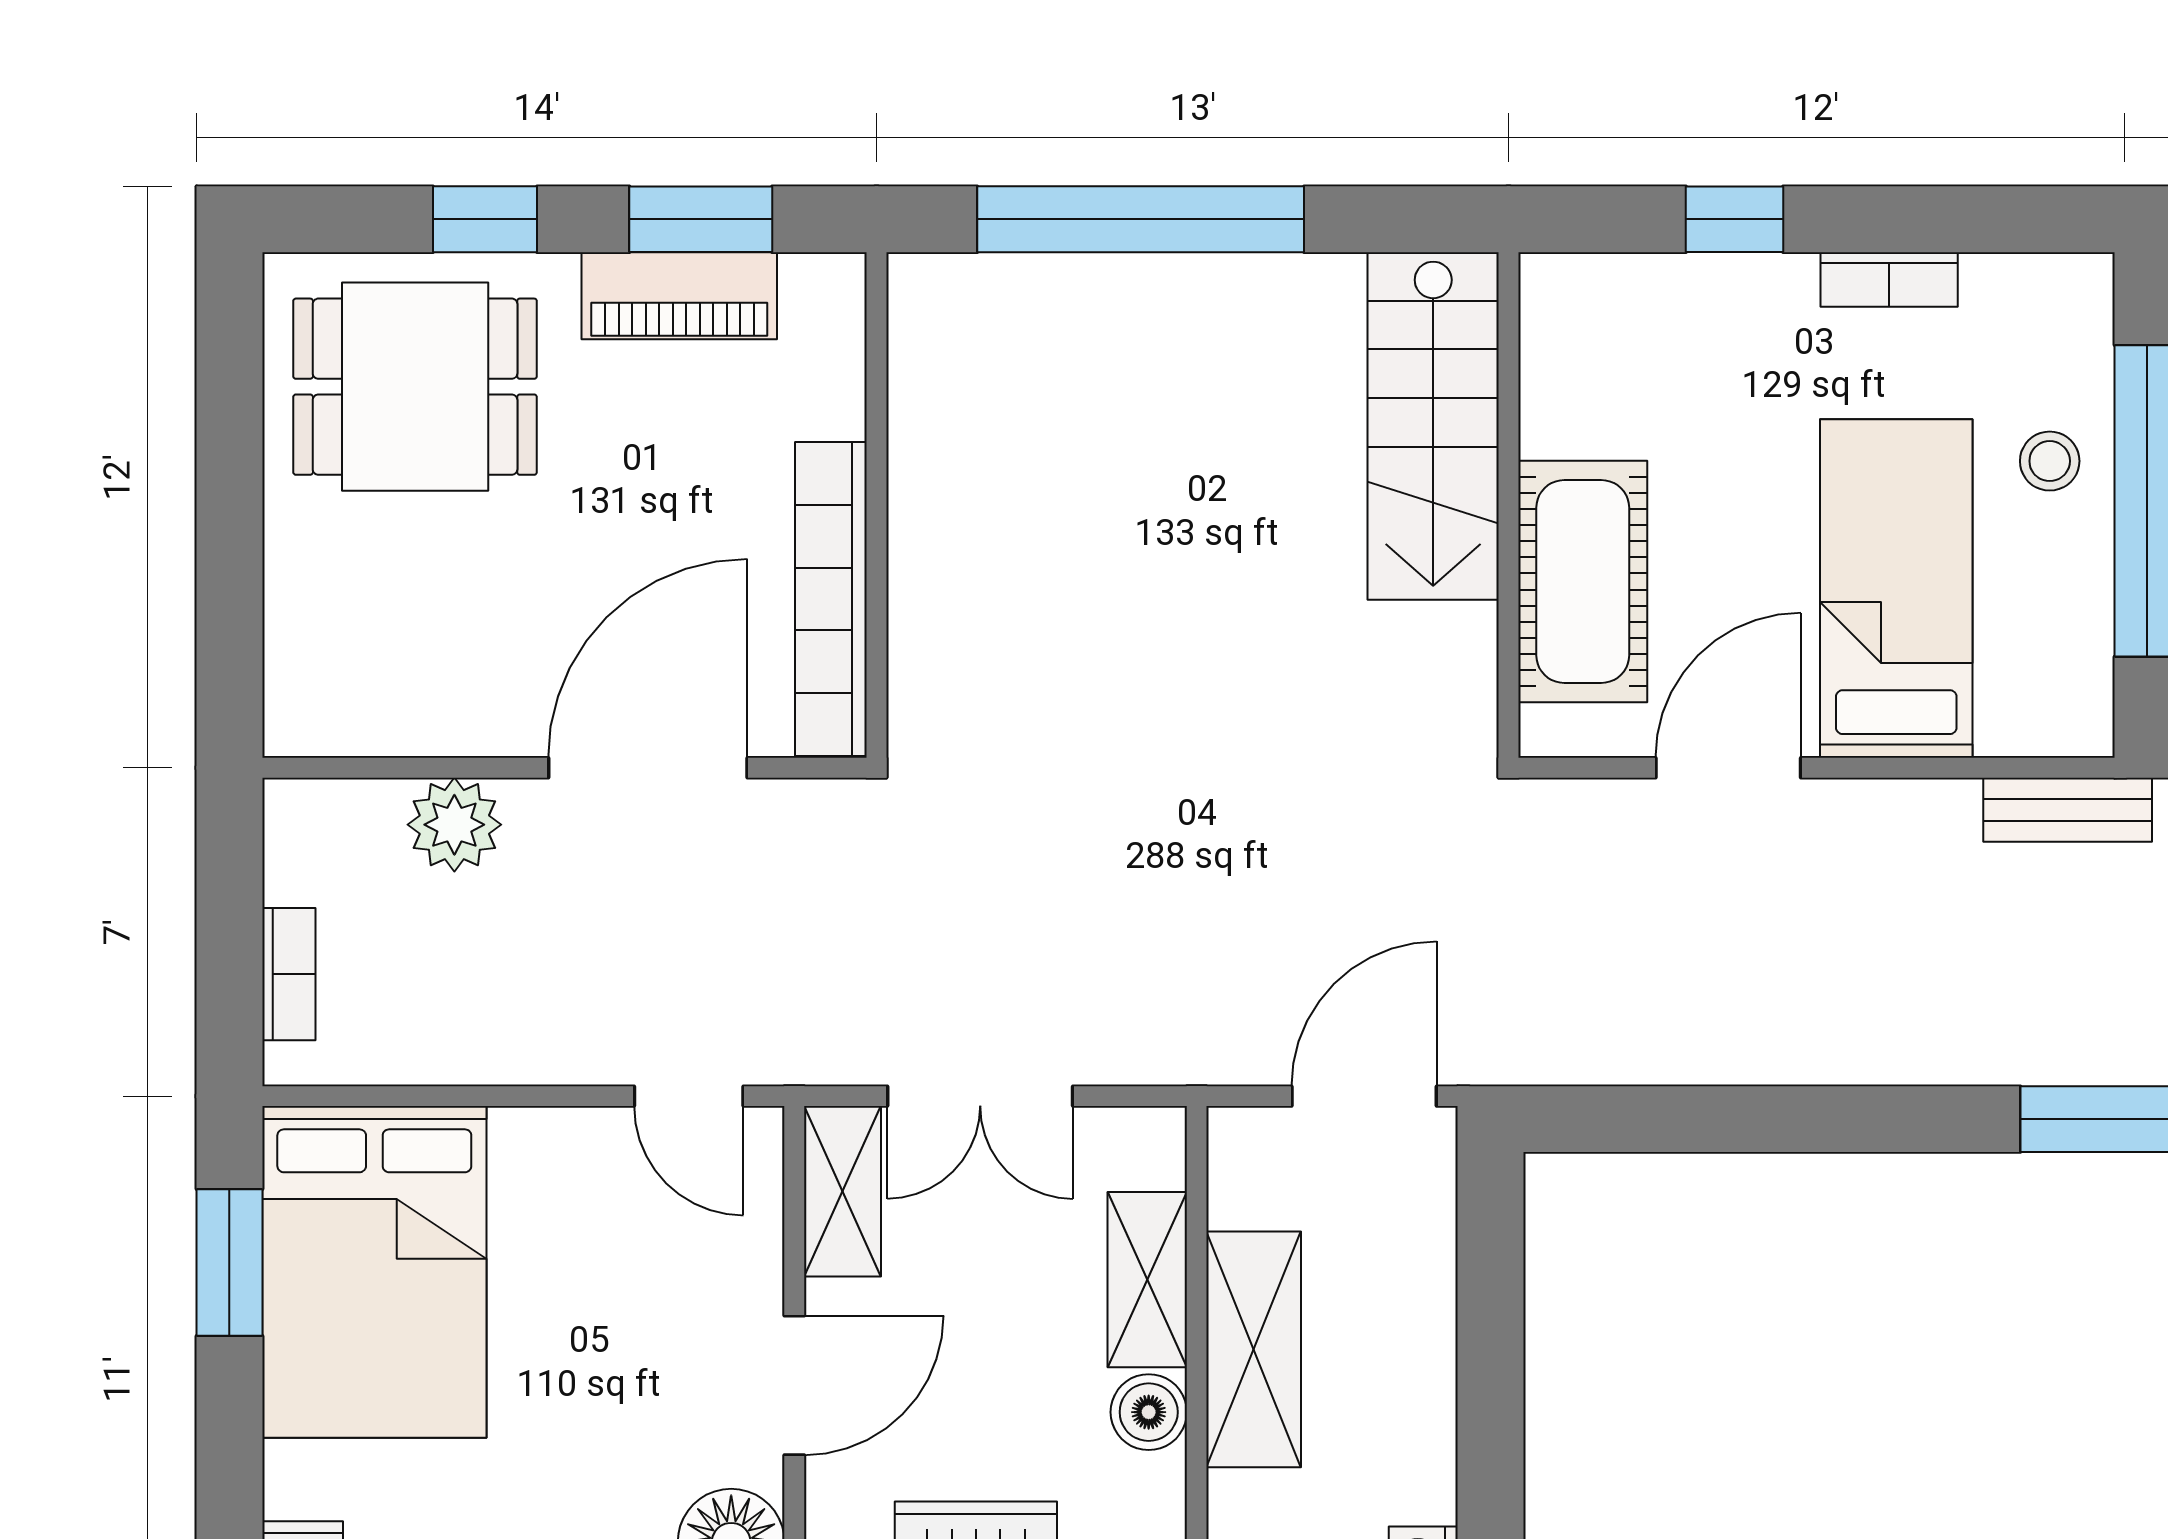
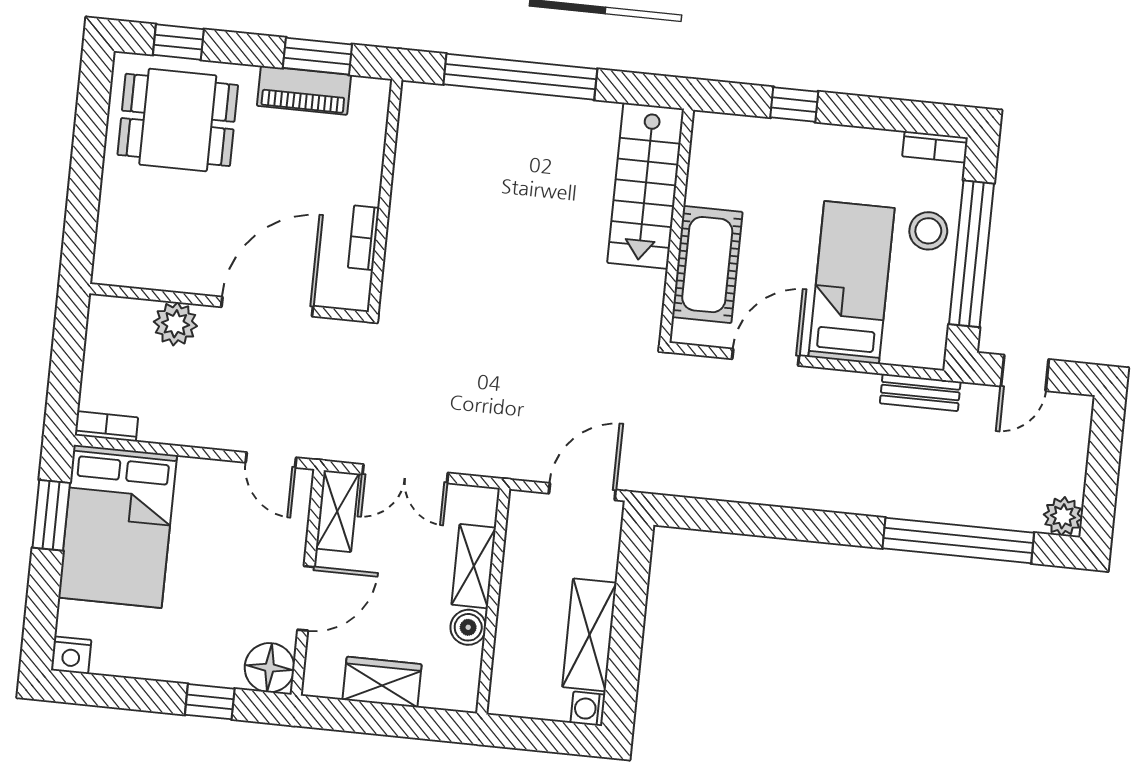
window: (485, 219) -> (178, 42), moved
bookcase: (1889, 280) -> (935, 147), moved
stool: (2050, 461) -> (928, 231), width x1.37, depth x1.37
bookcase: (831, 599) -> (364, 238), width x0.43, depth x0.76
bookcase: (289, 974) -> (106, 426), moved, turned -90
shelving: (1254, 1349) -> (589, 635), moved

